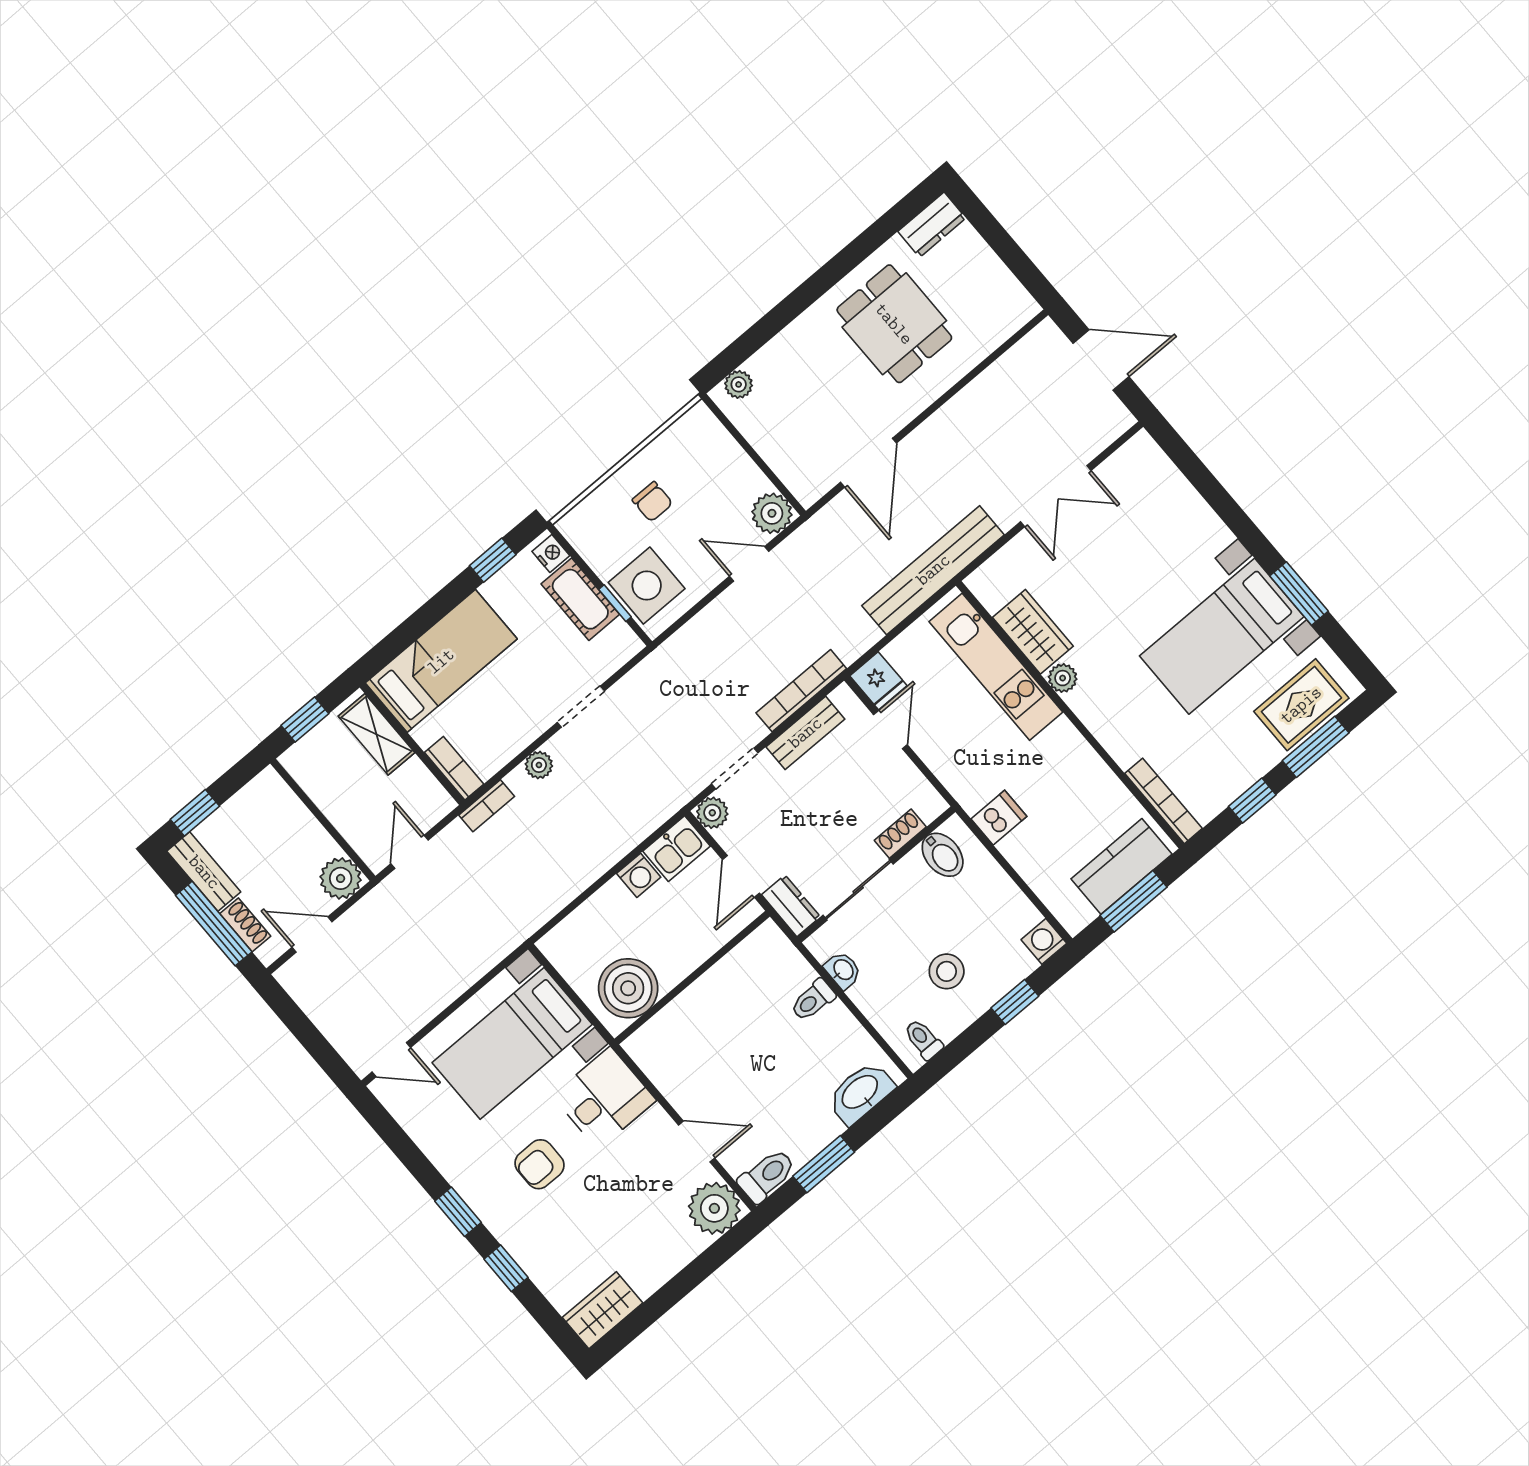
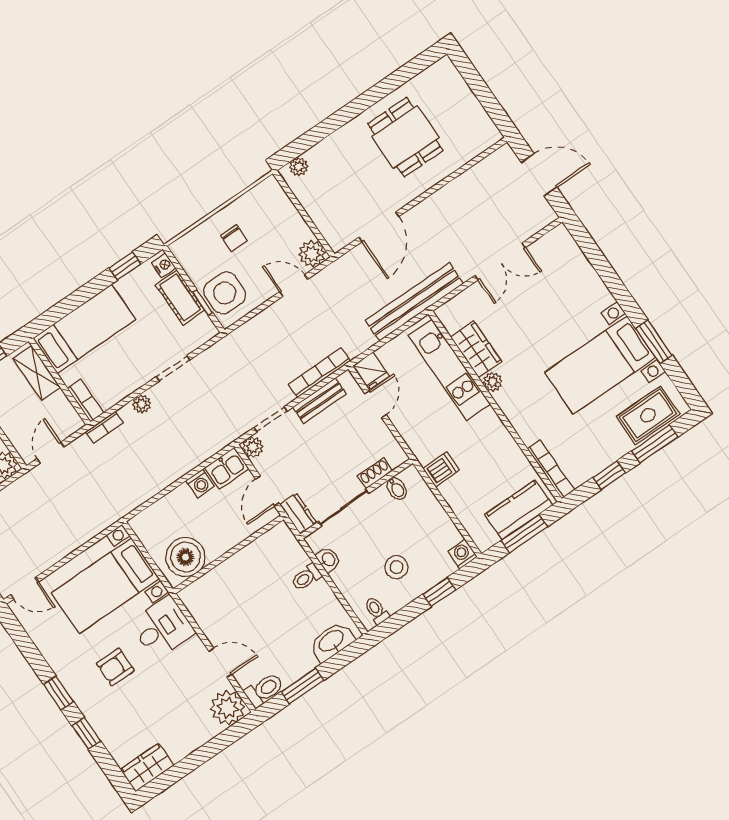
dresser: (932, 225) -> (437, 74), removed
bidet: (943, 855) -> (397, 488), width x0.72, depth x0.74

